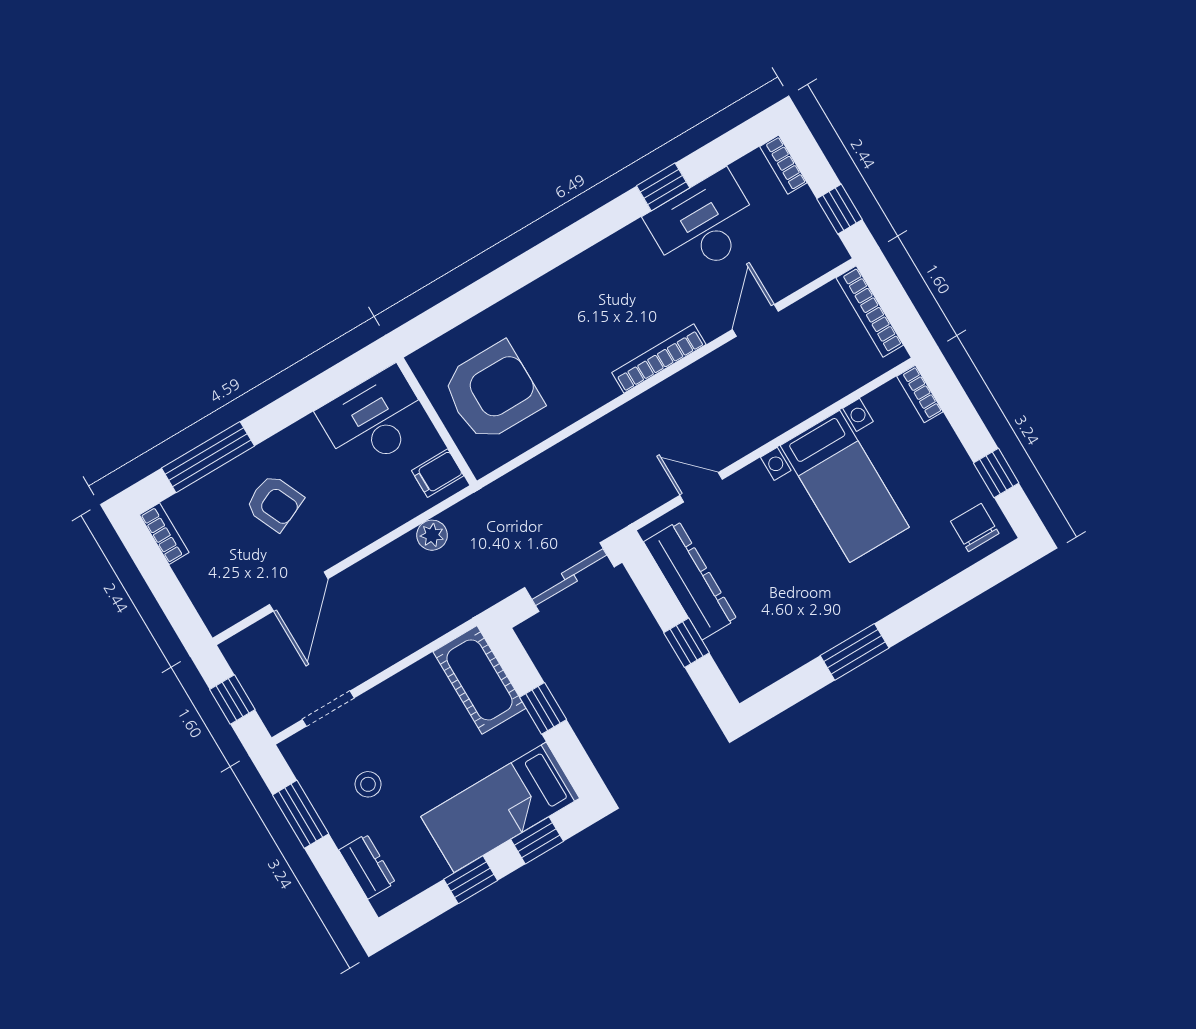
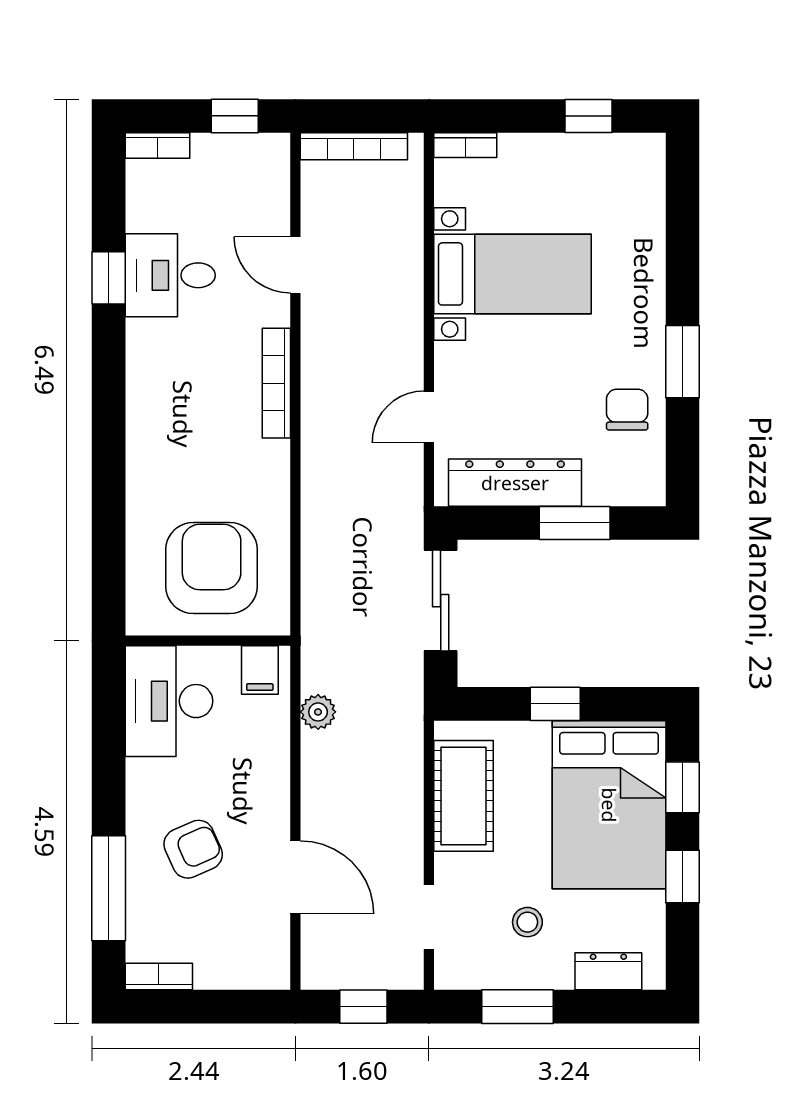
desk: (704, 225) -> (170, 275), width x0.73
chair: (975, 527) -> (627, 410), moved, turned 90
window: (687, 643) -> (575, 523), width x1.50
cot: (479, 680) -> (463, 796), moved, turned 90
bed: (500, 807) -> (609, 805), width x1.50

